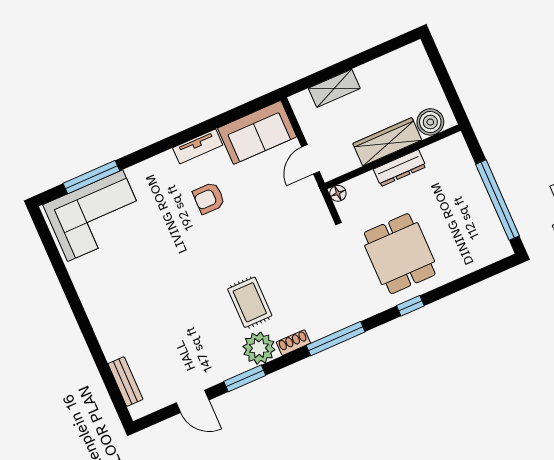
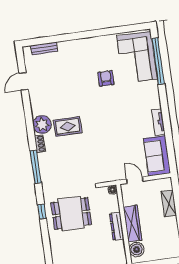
window: (91, 177) -> (158, 61), width x1.46
armchair: (209, 198) -> (106, 78), moved
window: (245, 378) -> (28, 113), removed

